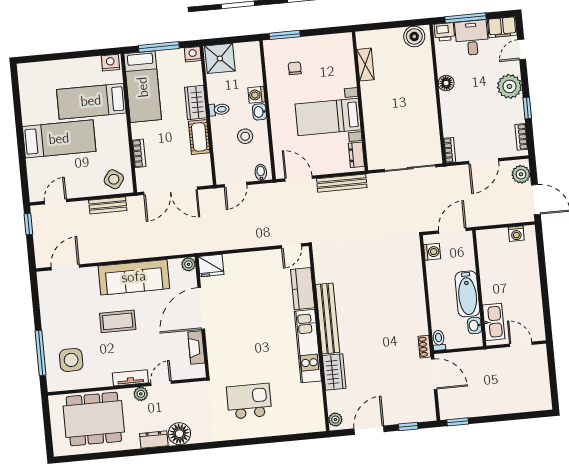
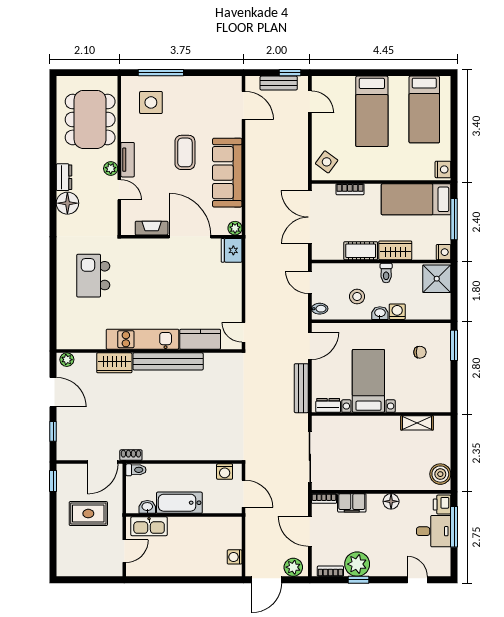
filing cabinet: (502, 27) -> (352, 503), moved, turned -90
plant: (509, 86) -> (357, 564), moved
bed: (91, 101) -> (424, 109), moved, turned 180
bench: (108, 205) -> (279, 83), moved, turned 90
rug: (487, 384) -> (88, 514), added
kitchen island: (249, 401) -> (93, 276), turned 180

